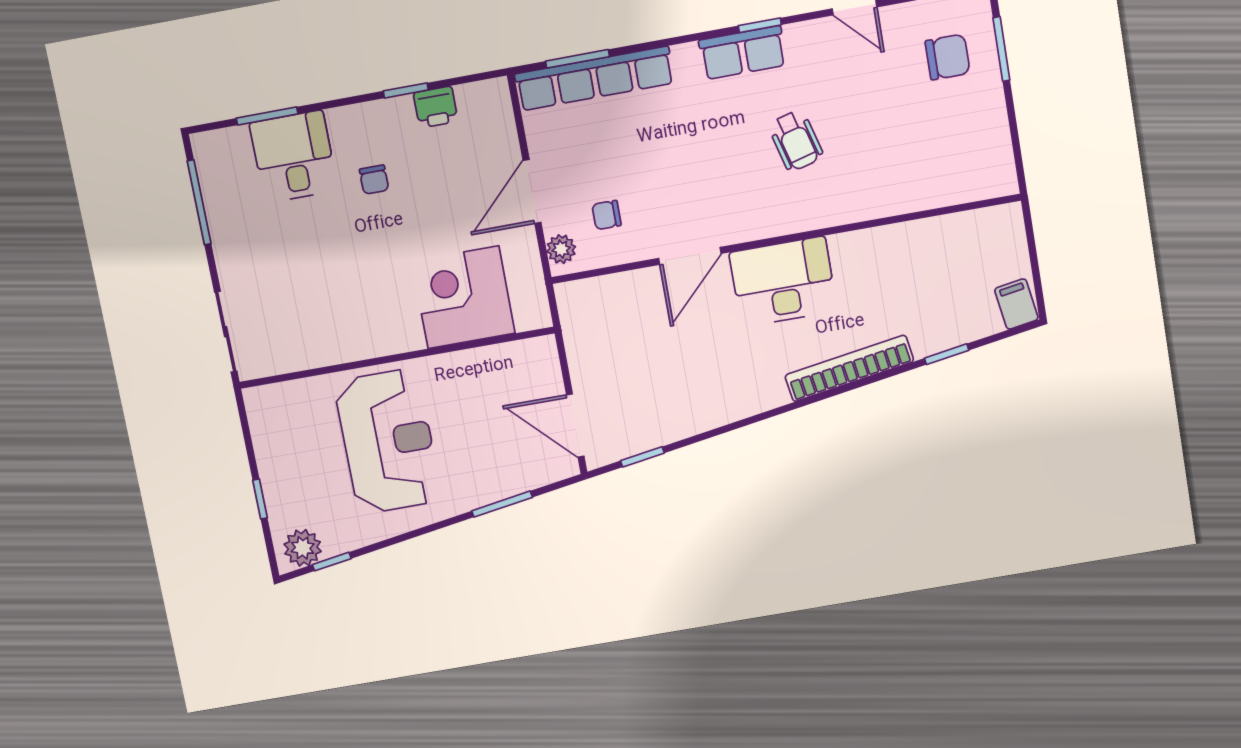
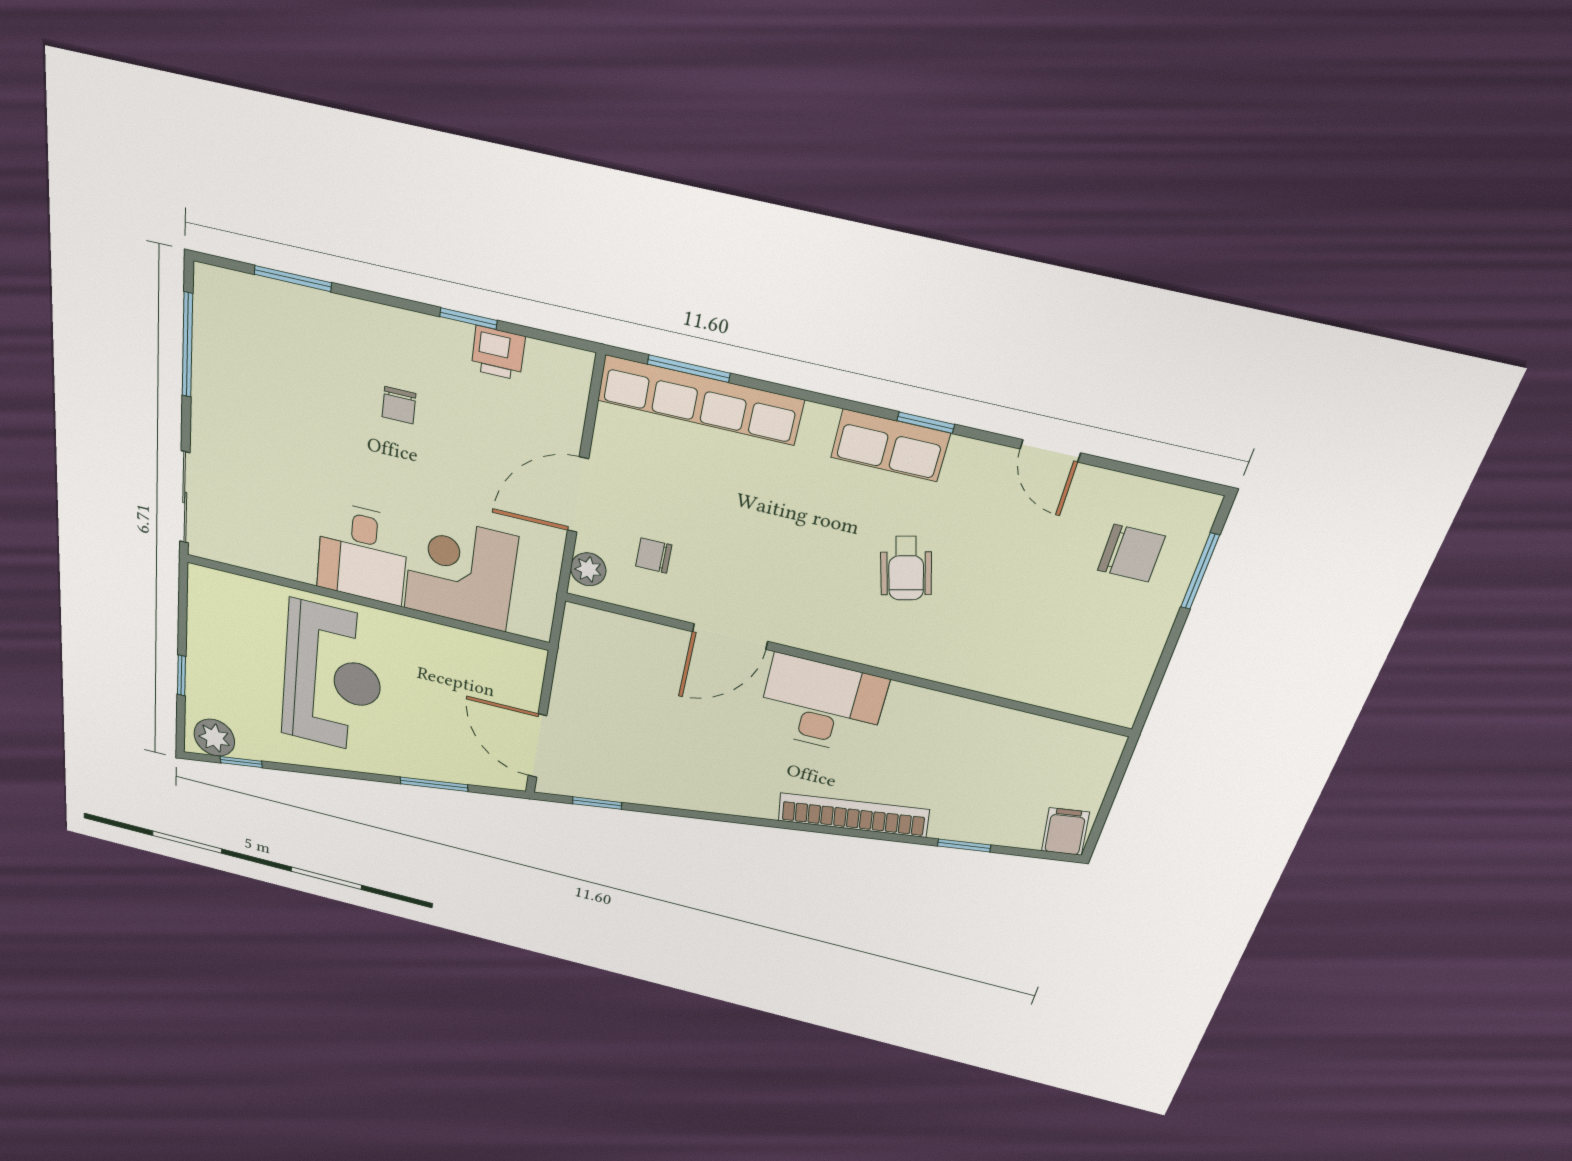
desk: (294, 157) -> (363, 554), moved, turned 180

